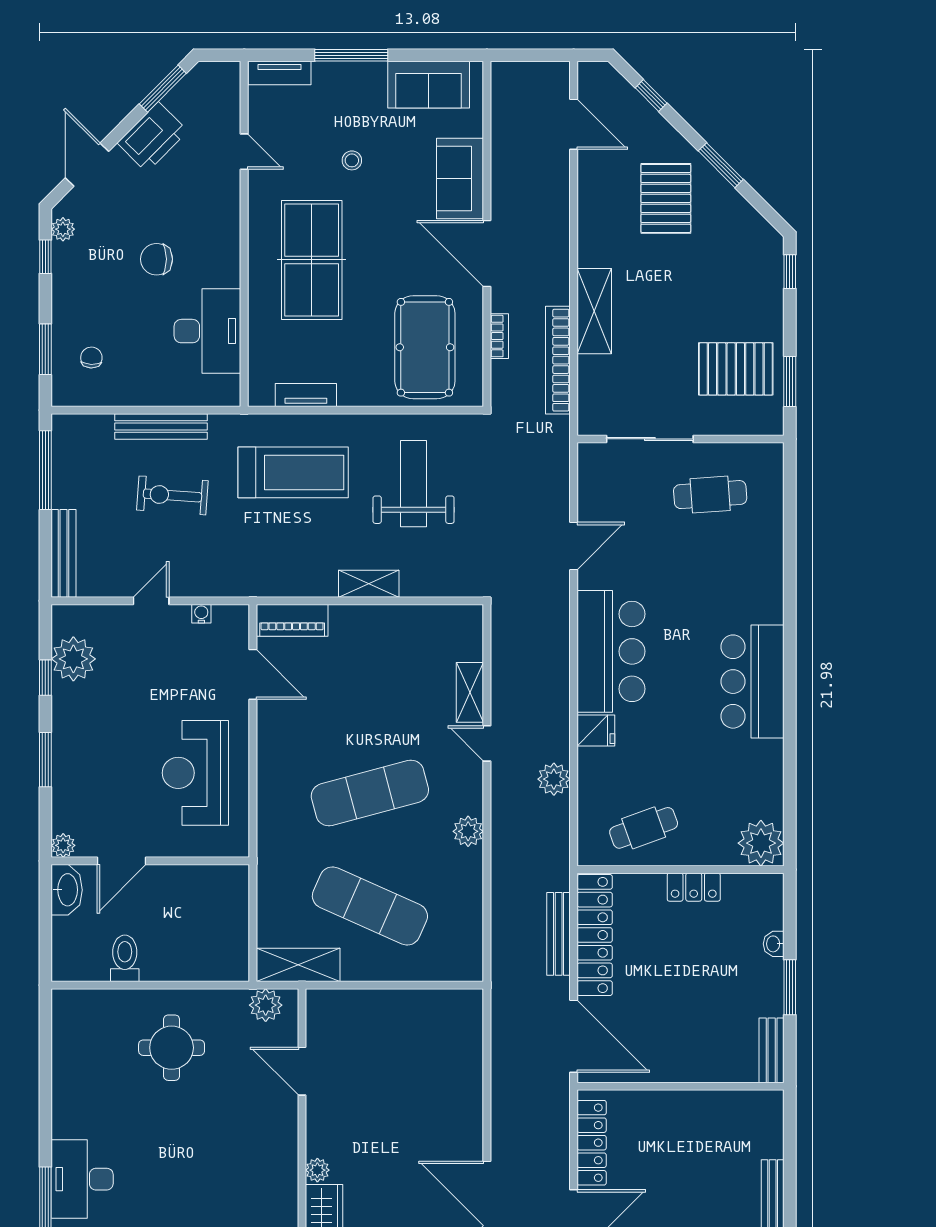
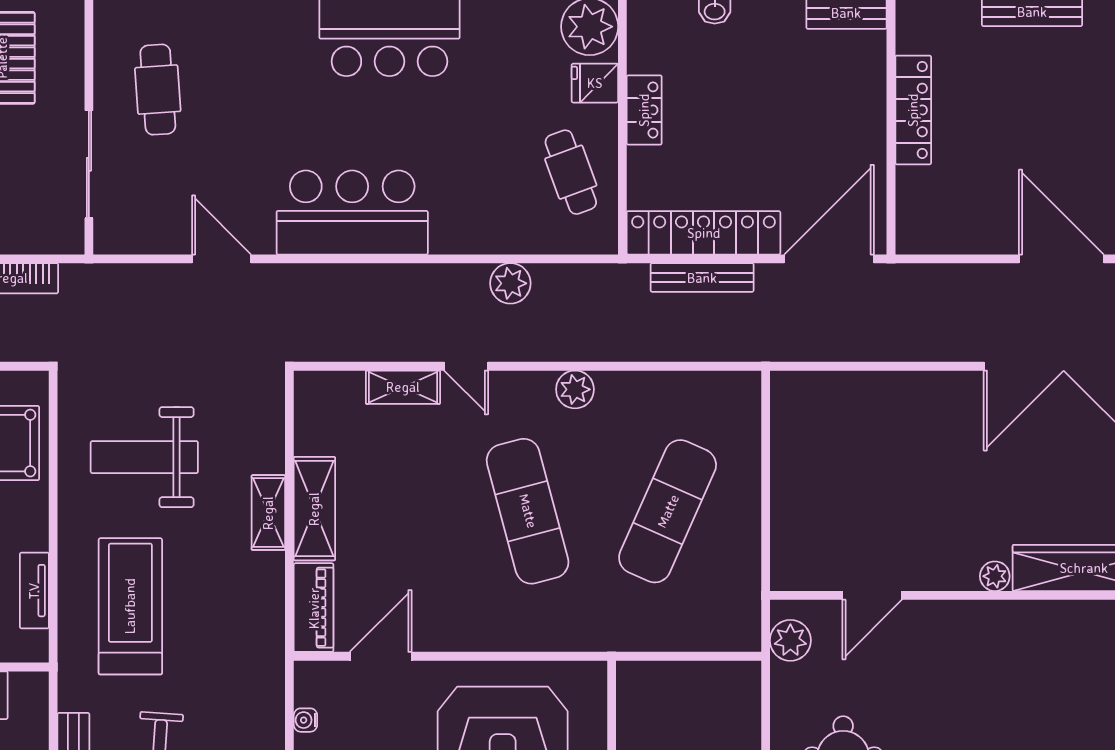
fridge: (596, 730) -> (595, 83), moved, turned -90
door: (487, 743) -> (466, 366), hinge flipped
shelving: (298, 965) -> (314, 509), moved
locker: (592, 1143) -> (913, 110), moved, turned 90

